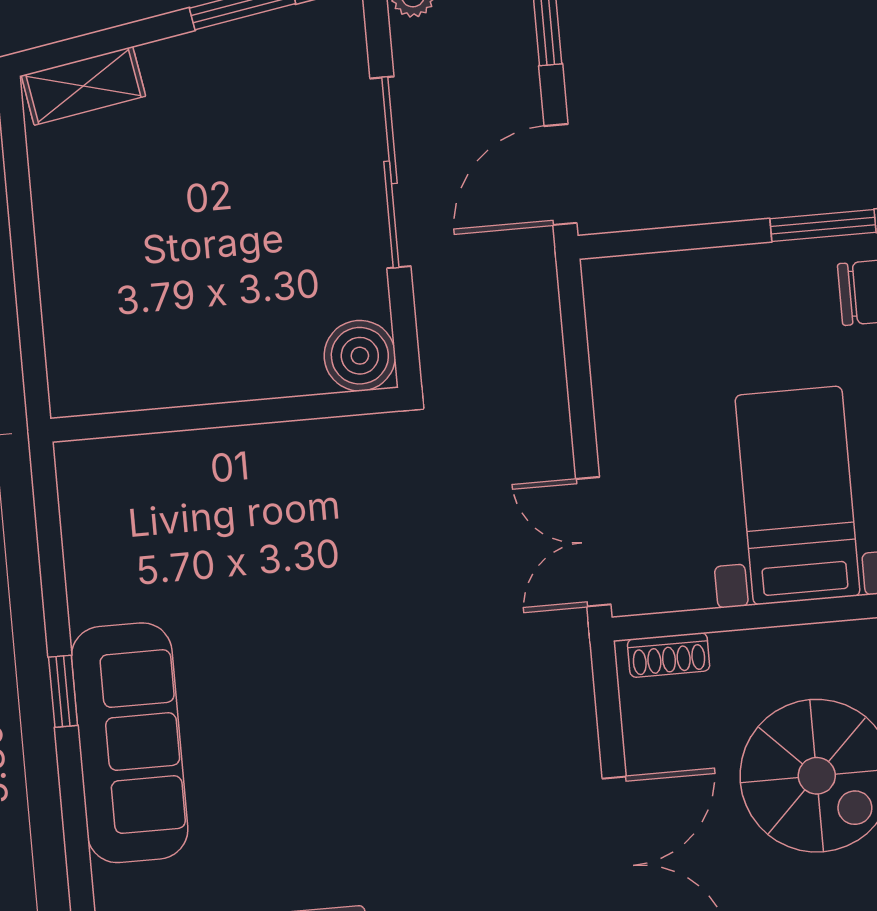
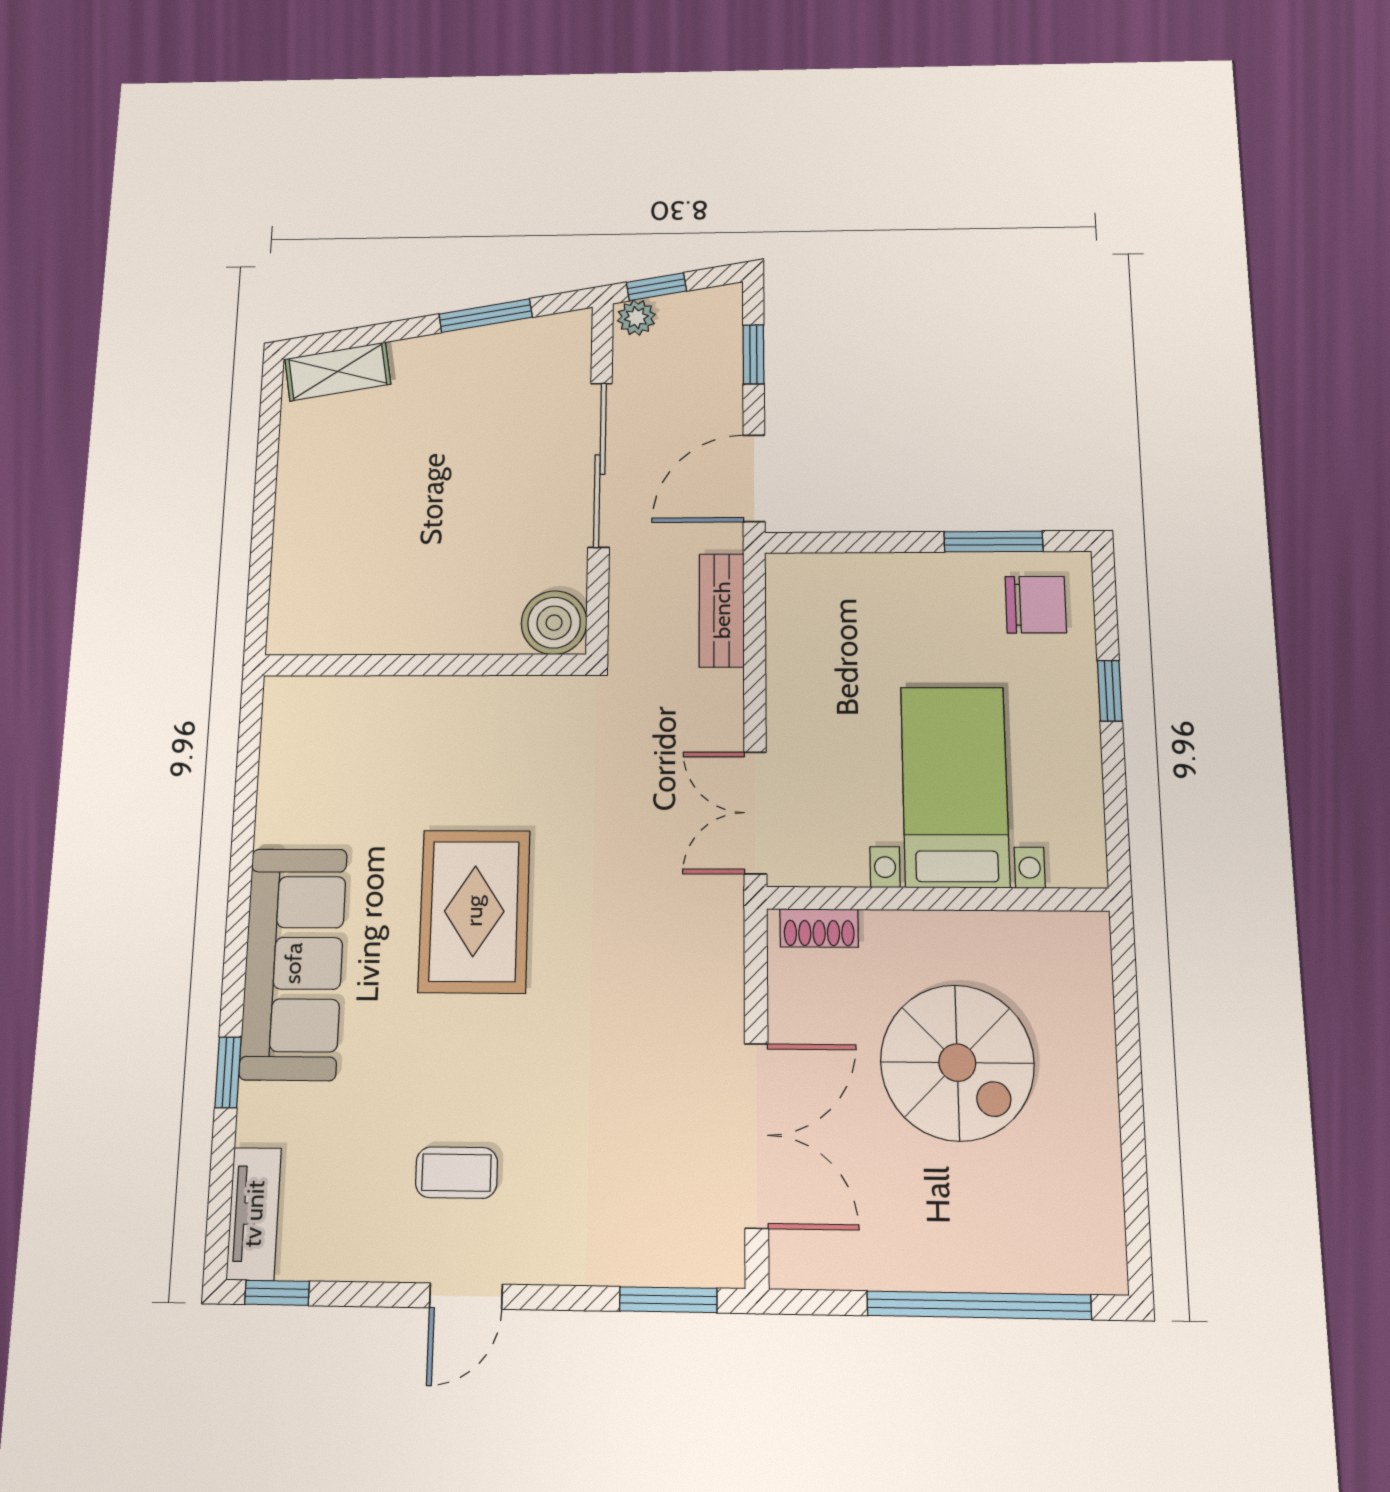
bench: (539, 327) -> (722, 610), added
rug: (311, 671) -> (474, 911), added
window: (63, 691) -> (228, 1072), moved

